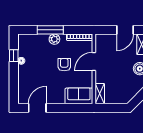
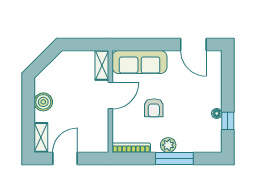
door: (94, 62) -> (110, 96), moved
sofa: (79, 96) -> (140, 62), width x1.36
door: (37, 108) -> (193, 44), hinge flipped

